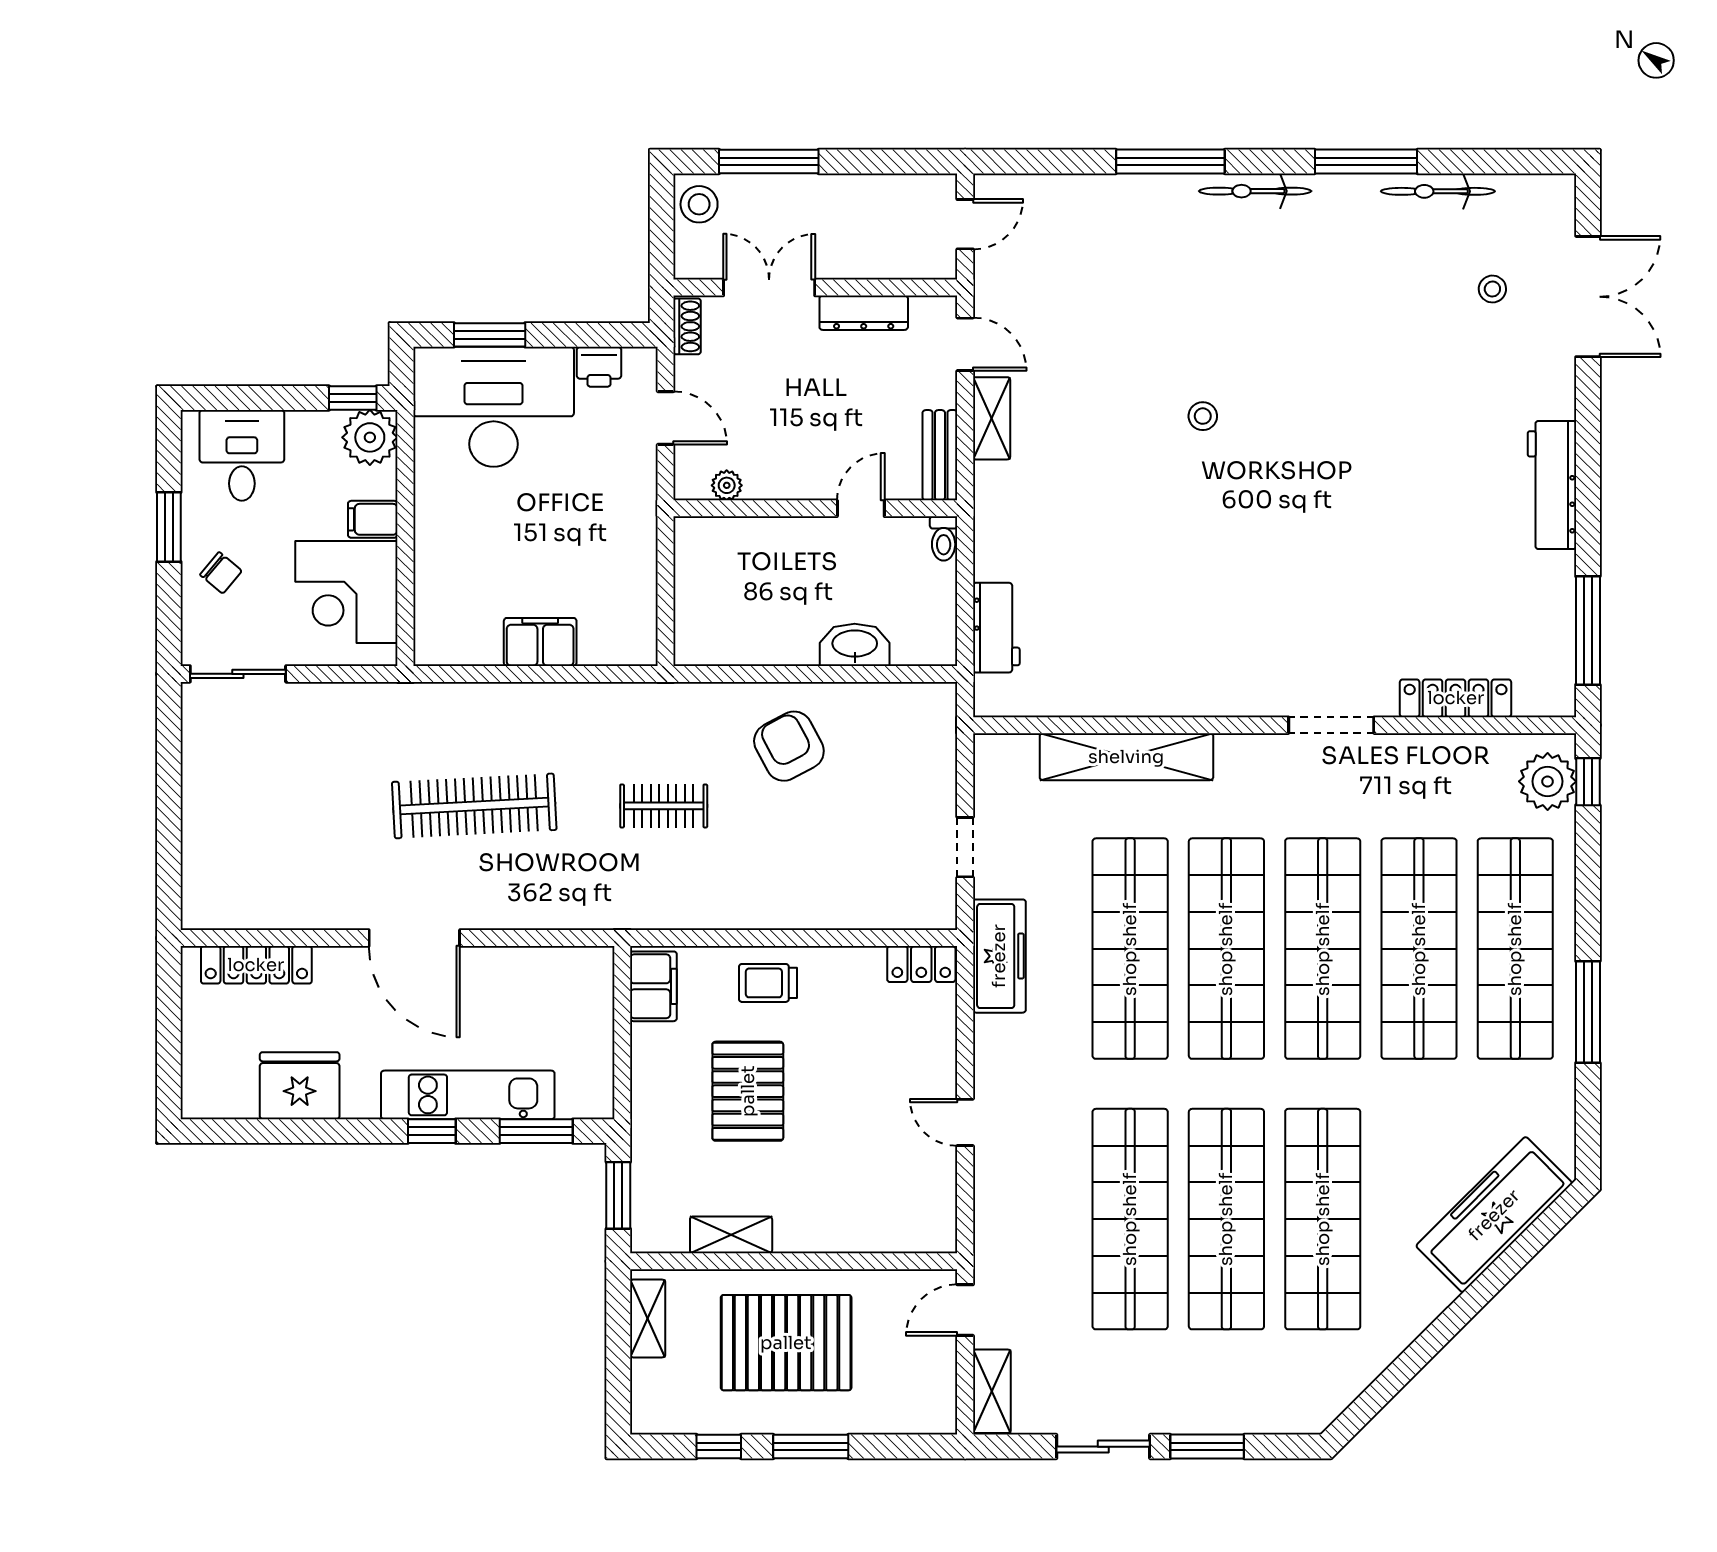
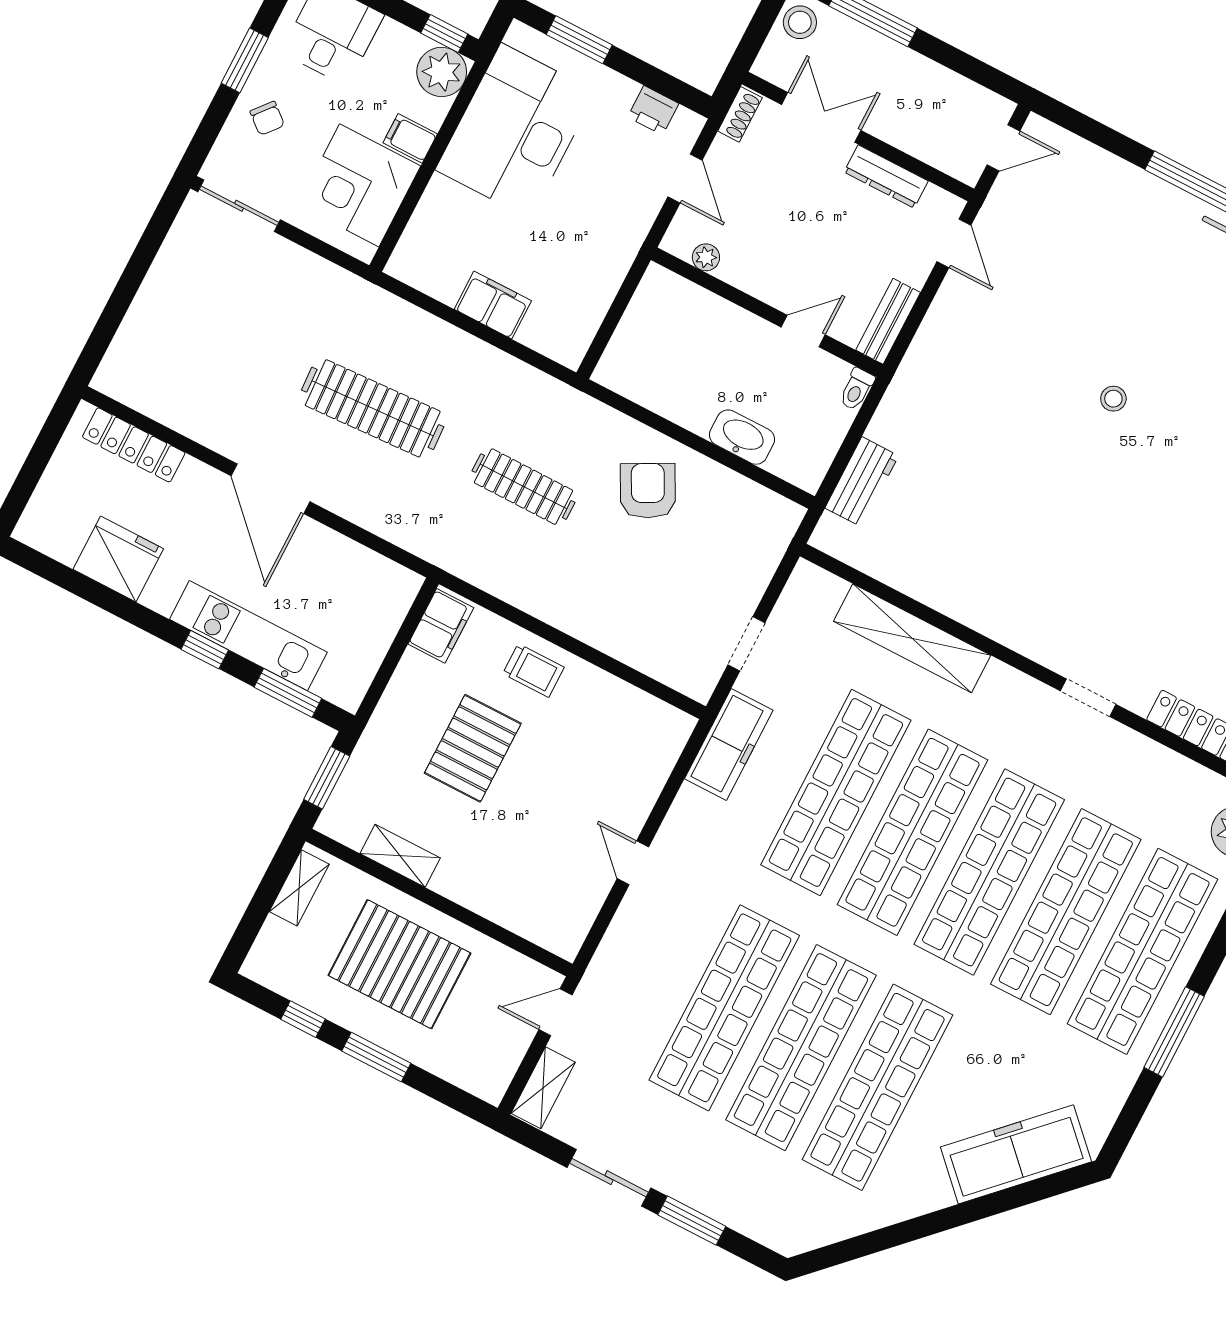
desk: (494, 407) -> (516, 131), moved, turned -90
shelving: (992, 418) -> (944, 313), removed
doorway: (1331, 725) -> (1088, 698), width x0.73
clothes rail: (664, 806) -> (523, 487), width x1.36
locker: (921, 964) -> (663, 719), removed
trolley: (768, 983) -> (533, 670), turned 180

